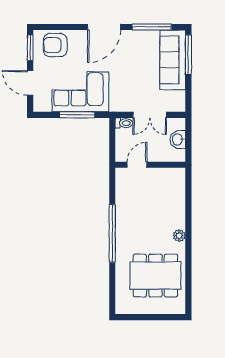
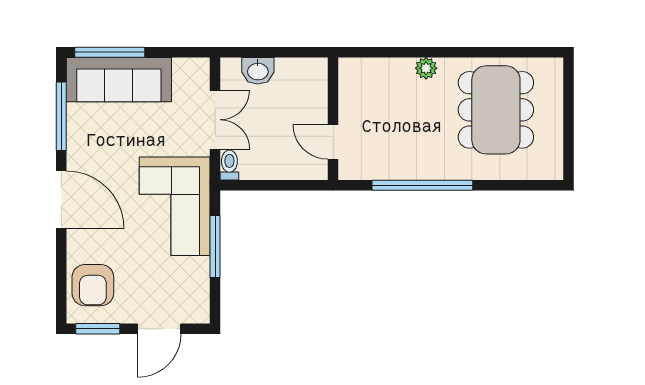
corner sofa: (80, 92) -> (175, 206), moved
door: (137, 165) -> (333, 142), moved
wall: (150, 165) -> (333, 119), moved

